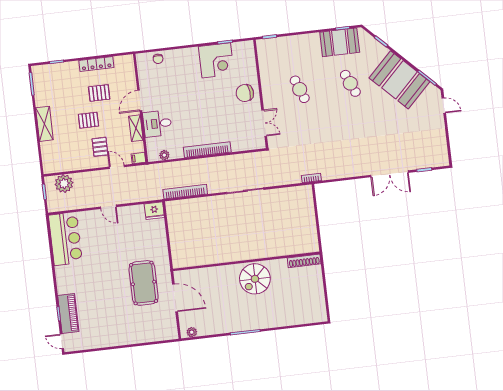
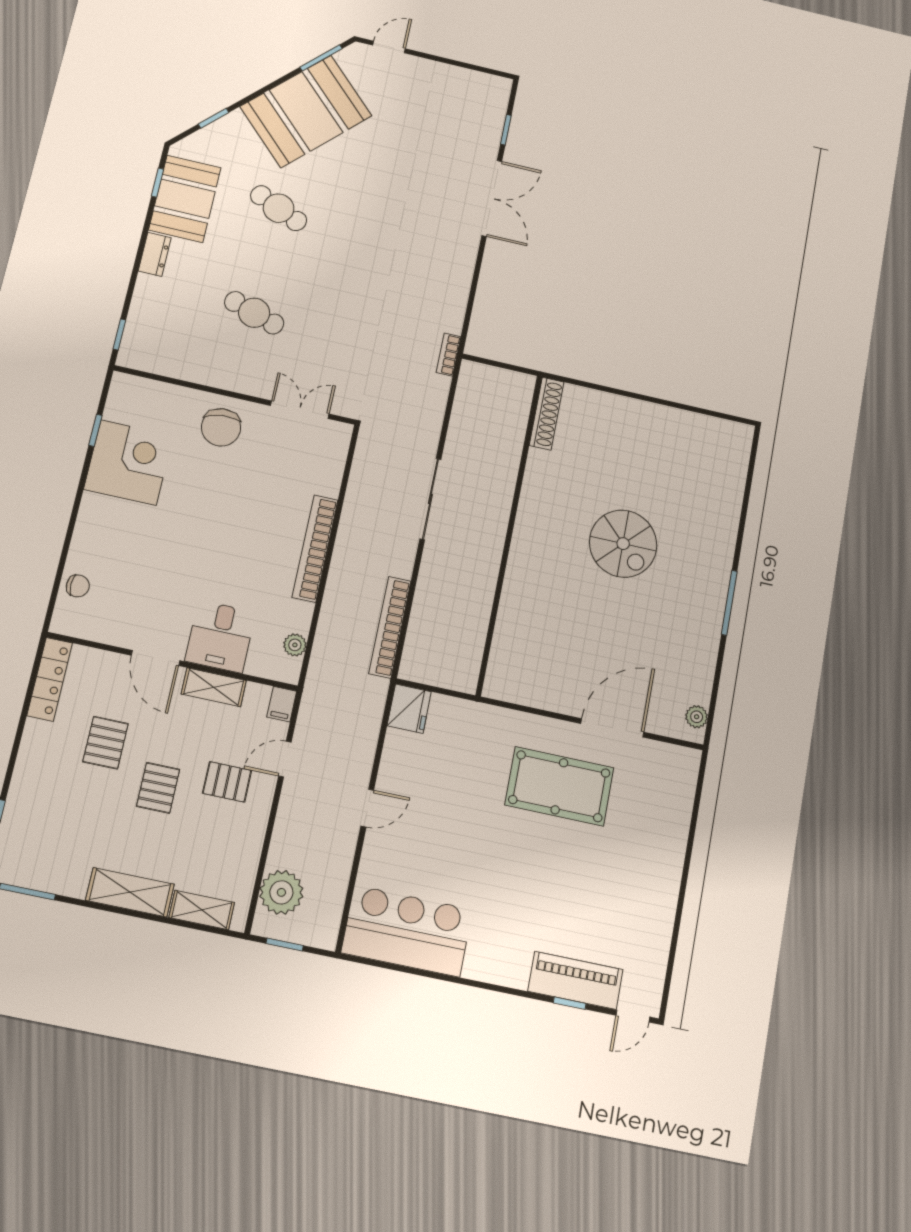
dresser: (310, 39) -> (155, 254), added
locker: (96, 64) -> (50, 679), moved
cafe table: (350, 83) -> (279, 208), turned 48
cafe table: (300, 89) -> (254, 313), turned 39
shelving: (47, 154) -> (202, 910), added
wall: (246, 261) -> (510, 533), moved
shoe rack: (304, 261) -> (547, 414), moved

